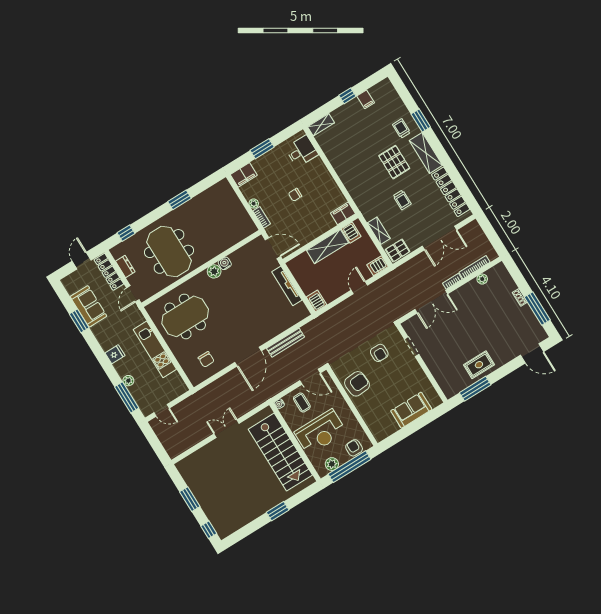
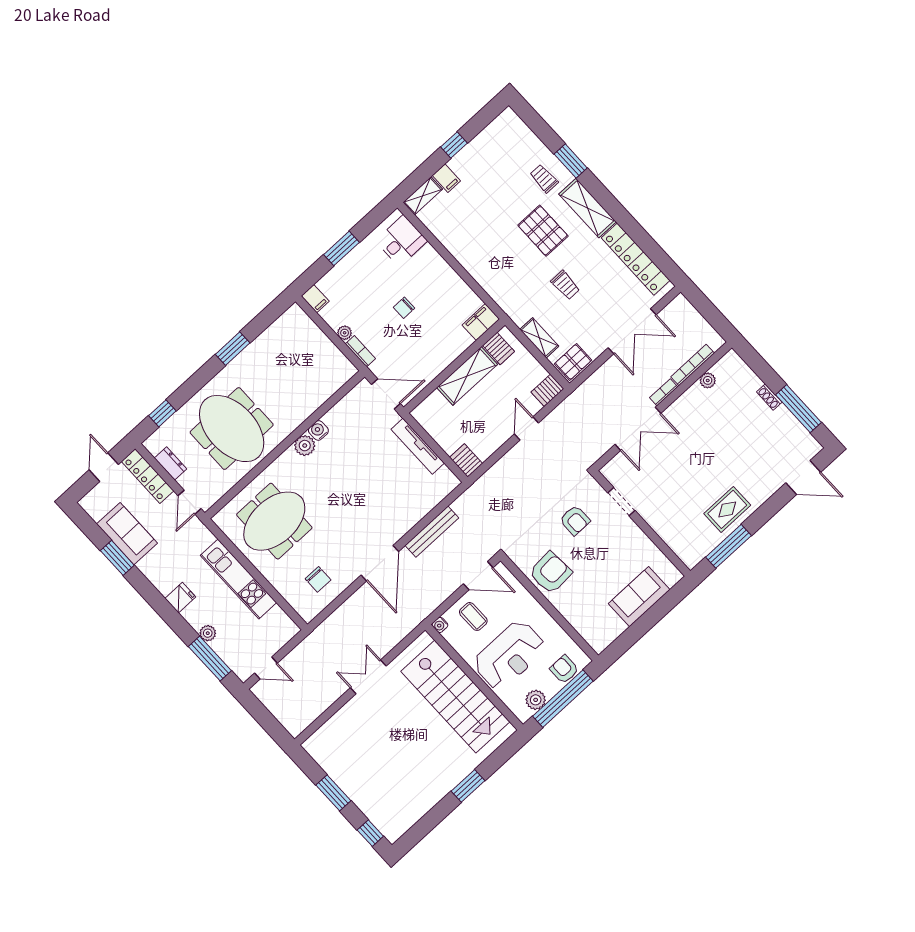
filing cabinet: (366, 99) -> (446, 178), moved
filing cabinet: (244, 175) -> (315, 299), width x0.50

